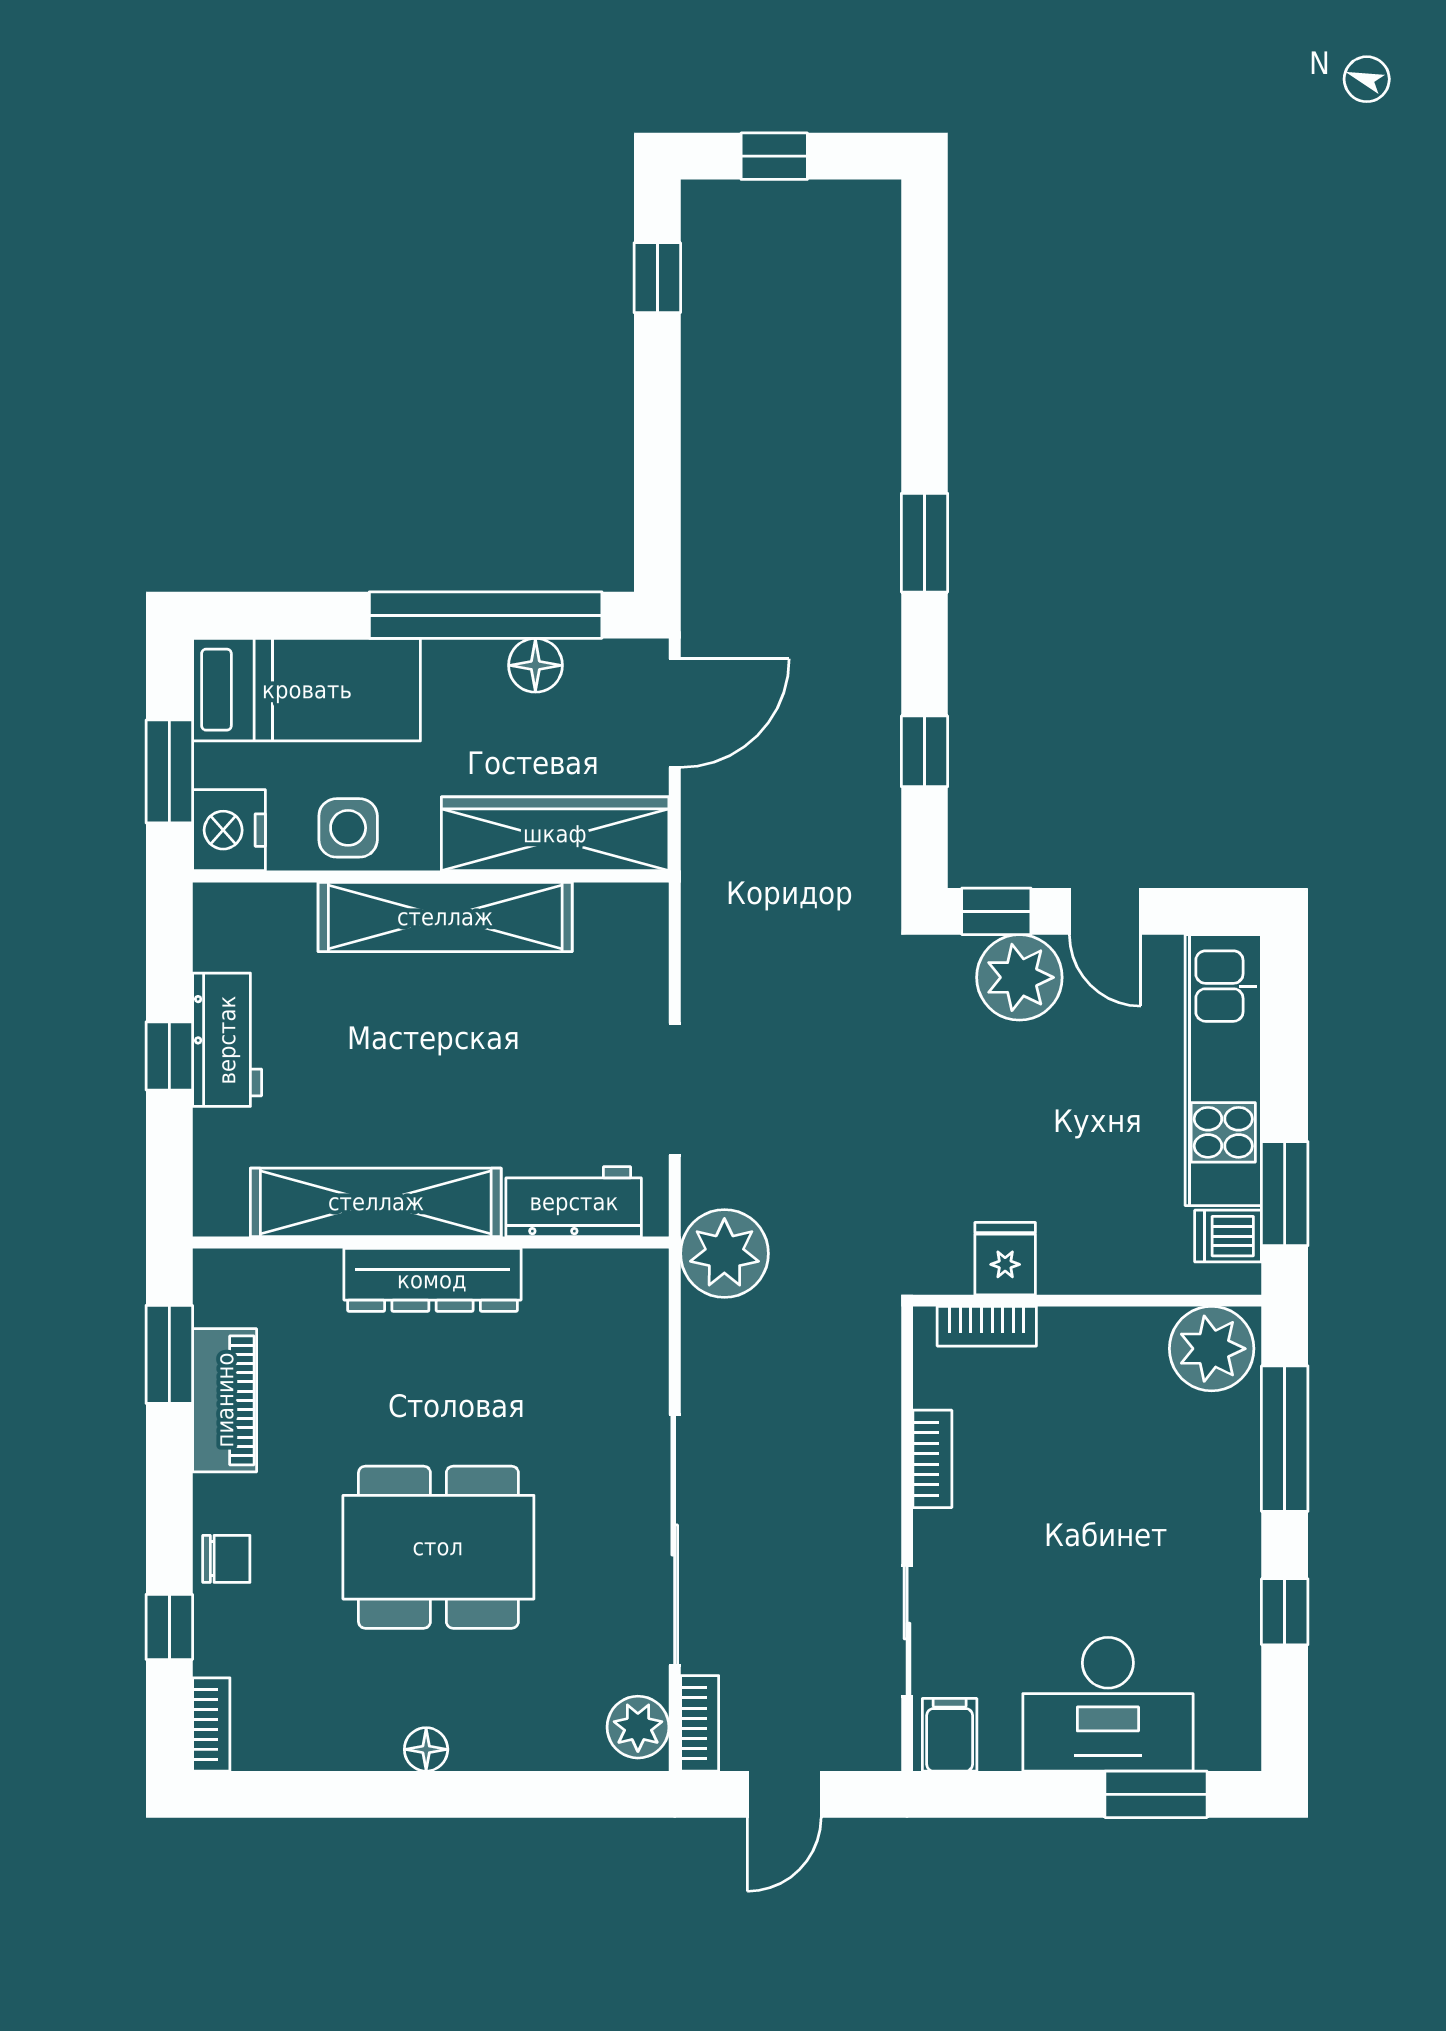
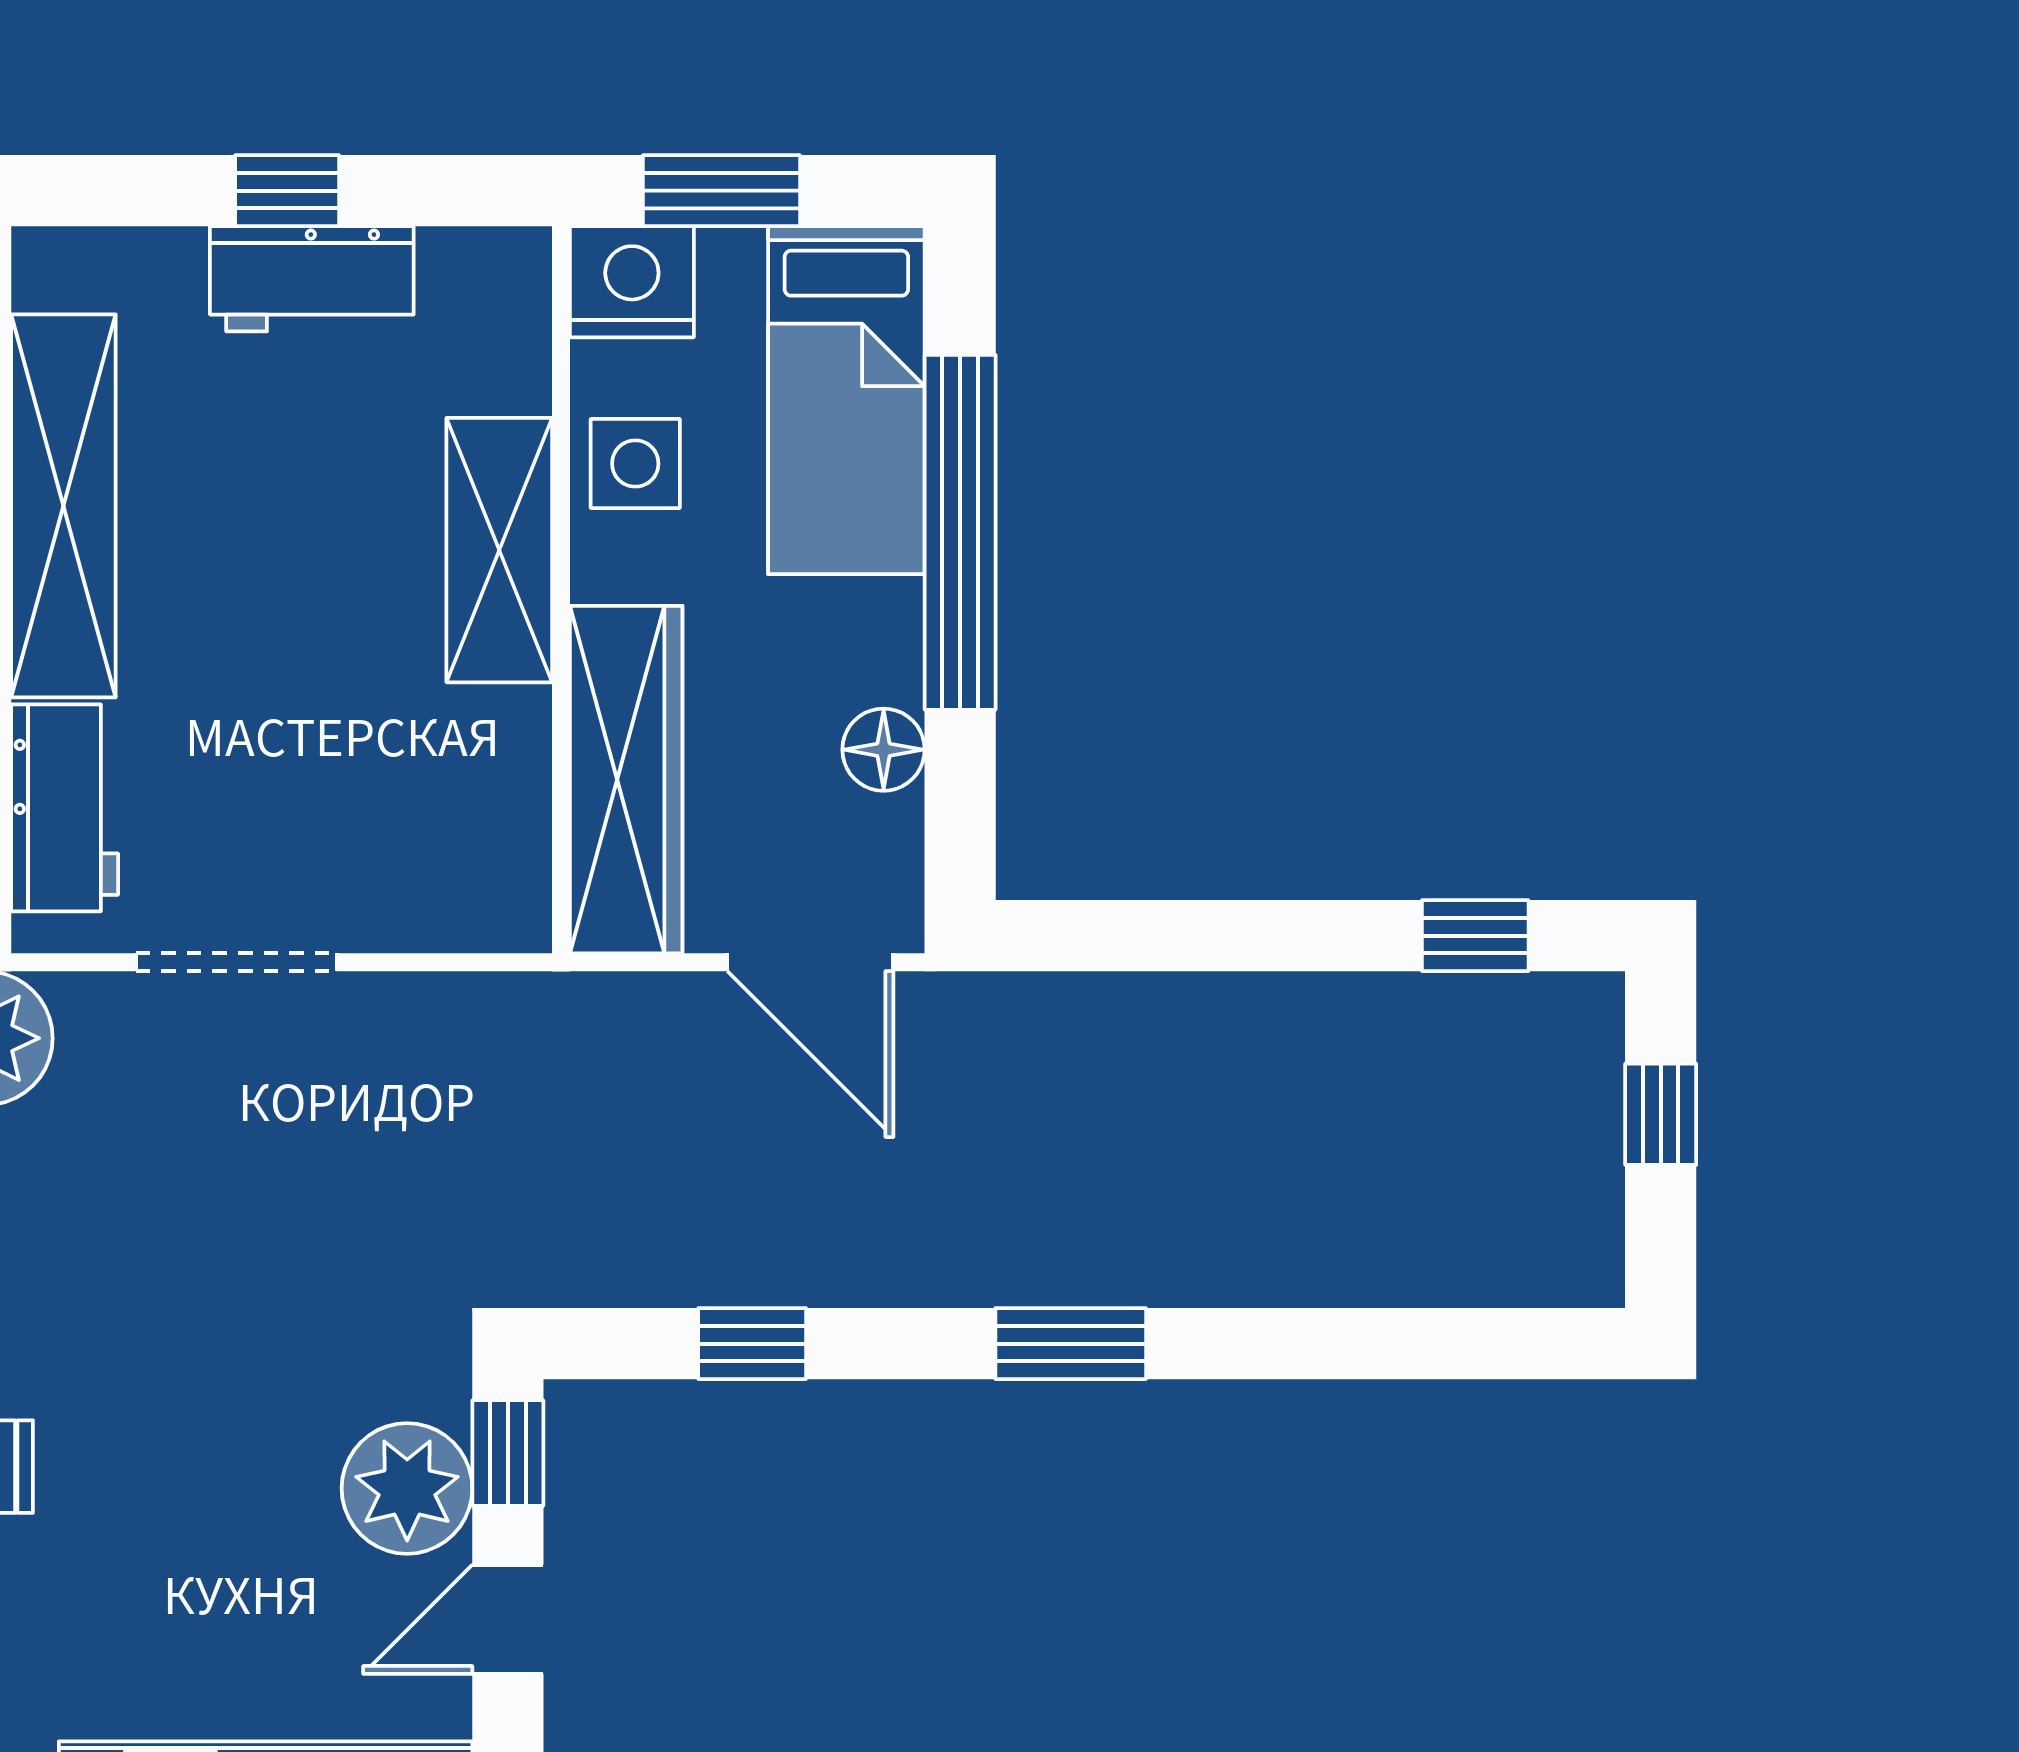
window: (486, 615) -> (960, 532), moved
shelving: (445, 917) -> (499, 550), width x0.68

